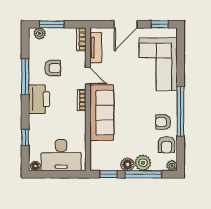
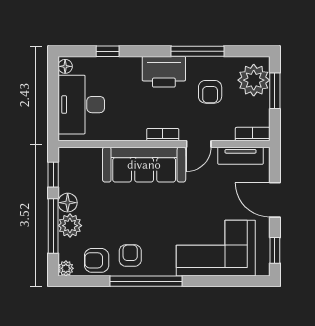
plant: (40, 33) -> (254, 80), width x1.88, depth x1.88

